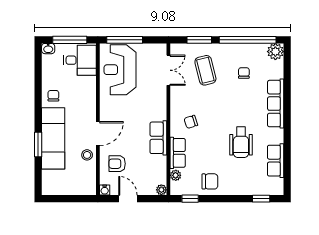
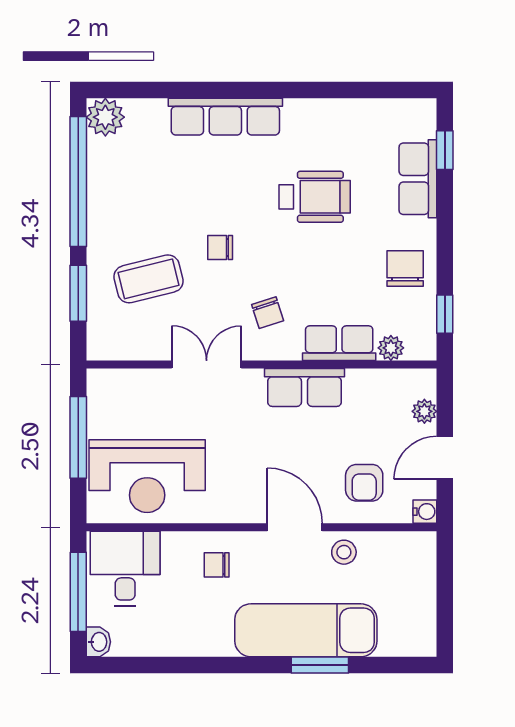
window: (125, 40) -> (78, 437), moved
double door: (168, 70) -> (207, 364), moved
chair: (244, 73) -> (220, 247), moved
chair: (53, 96) -> (217, 565), moved
row of seats: (276, 161) -> (418, 179), moved, turned 90
plant: (161, 190) -> (424, 411), moved

